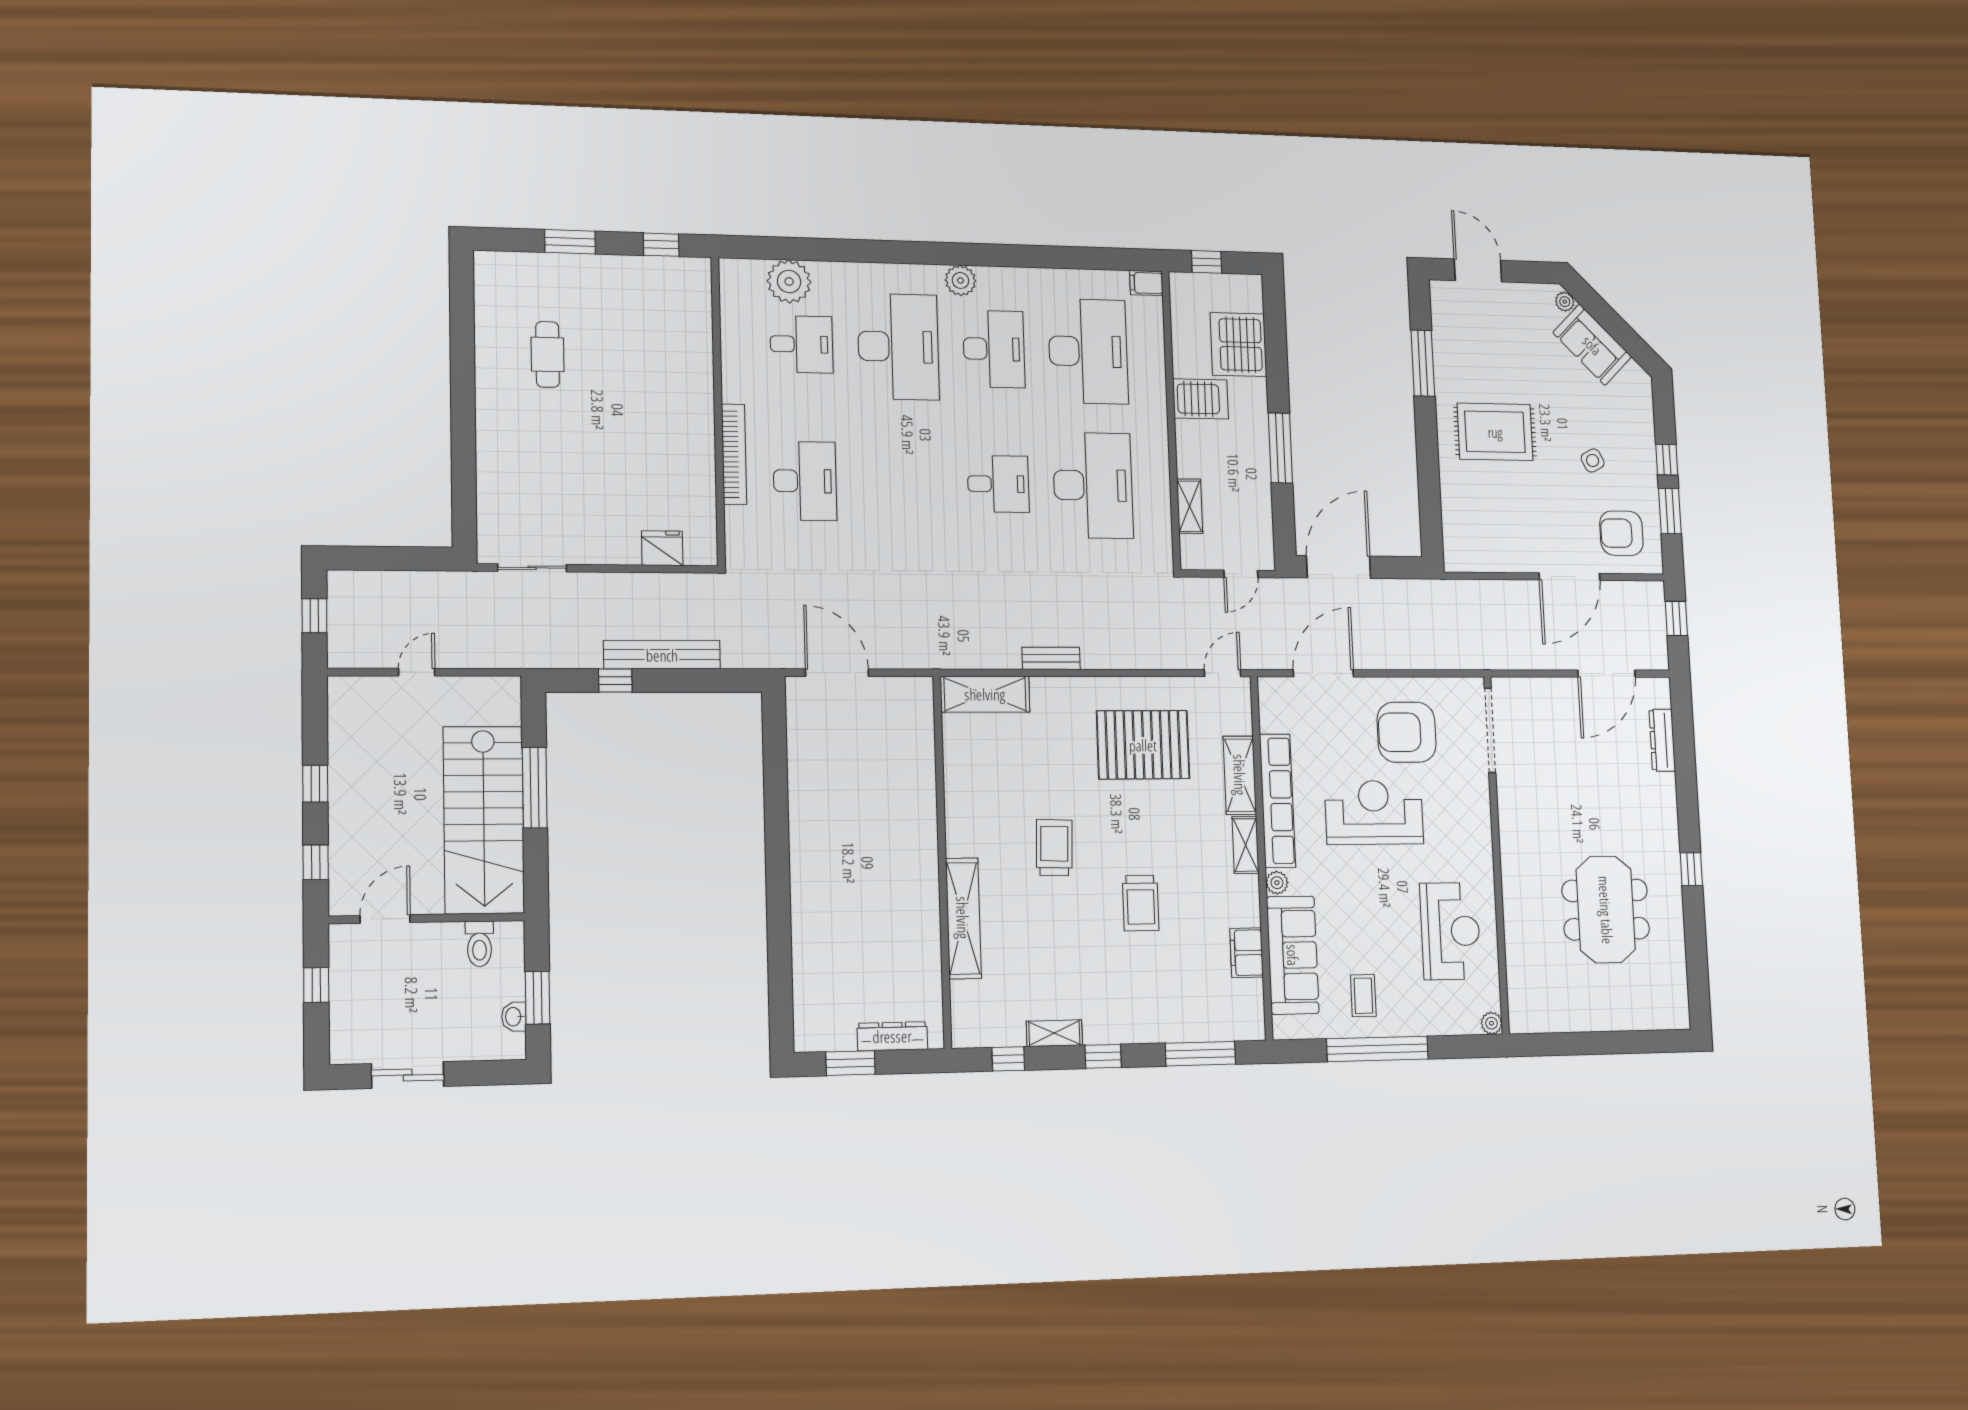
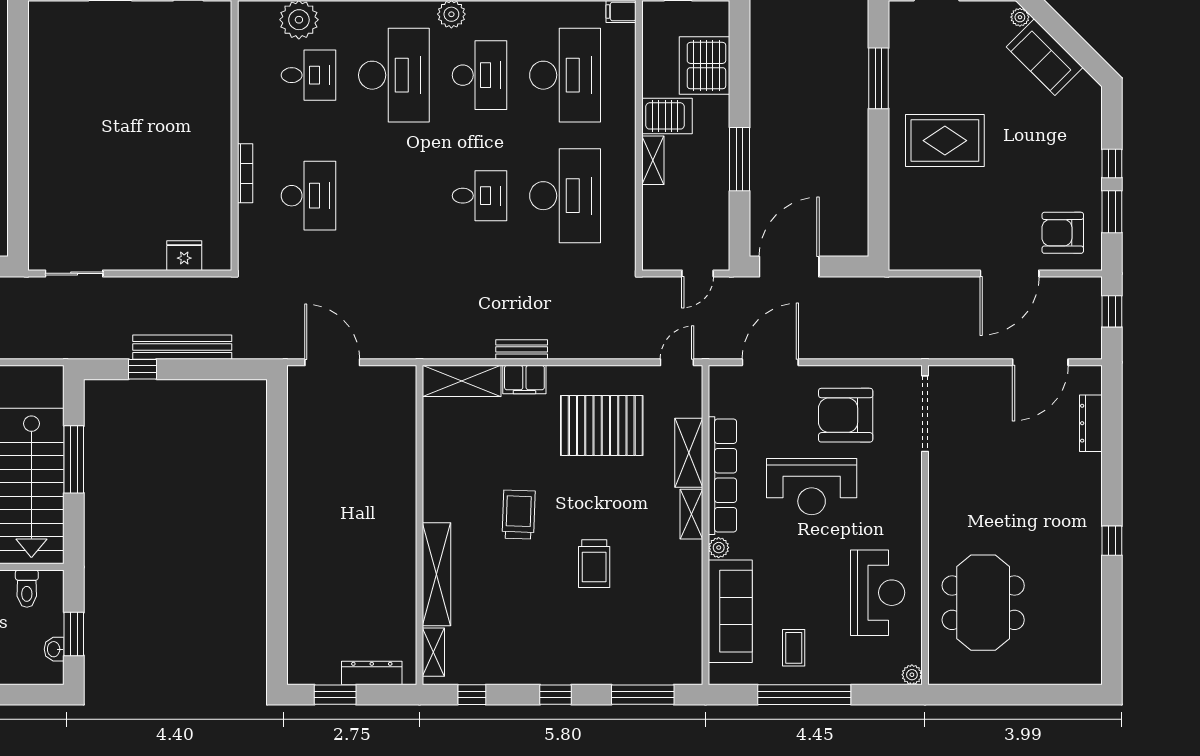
cafe table: (548, 354) -> (90, 90), removed
bookcase: (734, 454) -> (245, 173), width x0.68, depth x0.76
side table: (1593, 461) -> (1039, 166), removed
shelving: (1190, 506) -> (653, 160), moved
reception desk: (1374, 812) -> (812, 487), turned 180
meeting table: (1606, 910) -> (983, 603), moved
filing cabinet: (1247, 953) -> (524, 380), moved, turned -90
shelving: (1054, 1033) -> (433, 652), moved, turned 90

